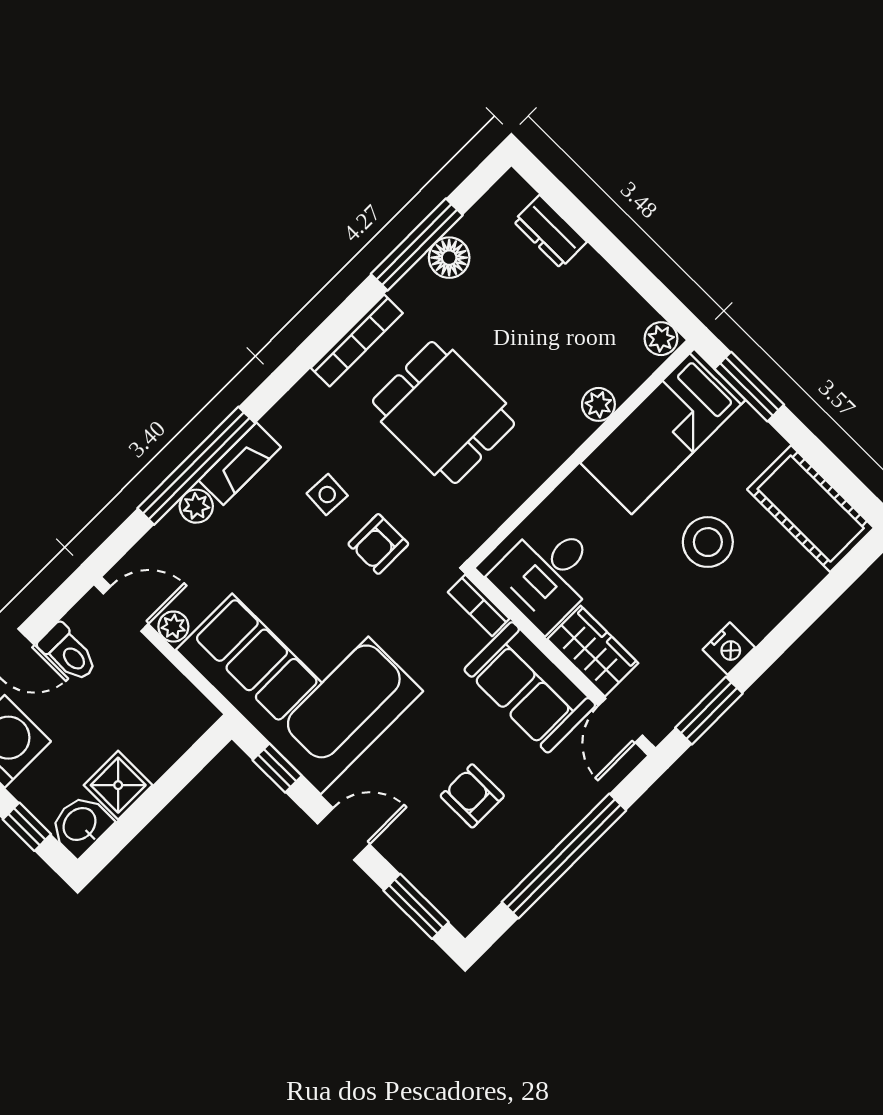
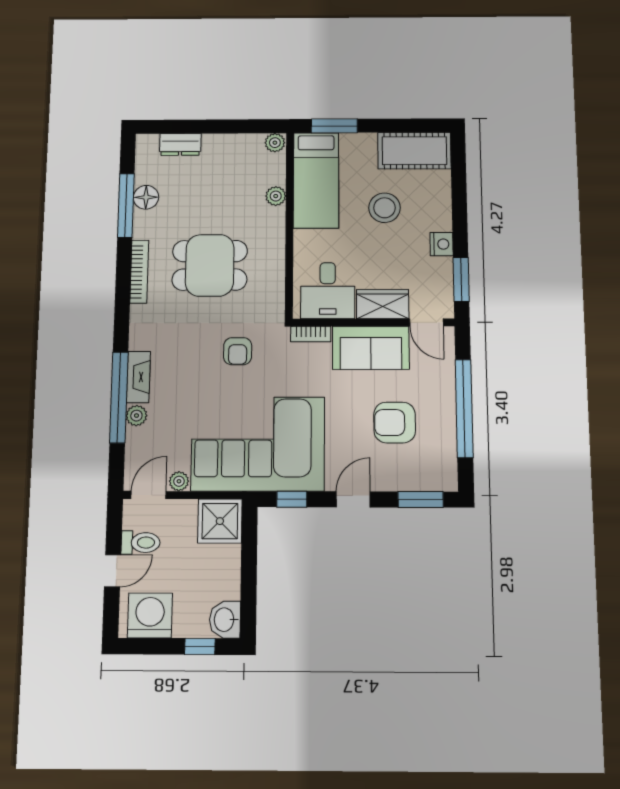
side table: (327, 495) -> (192, 352), removed
shower: (118, 785) -> (220, 521), moved, width x1.36, depth x1.36
armchair: (472, 796) -> (395, 423), width x1.38, depth x1.38

